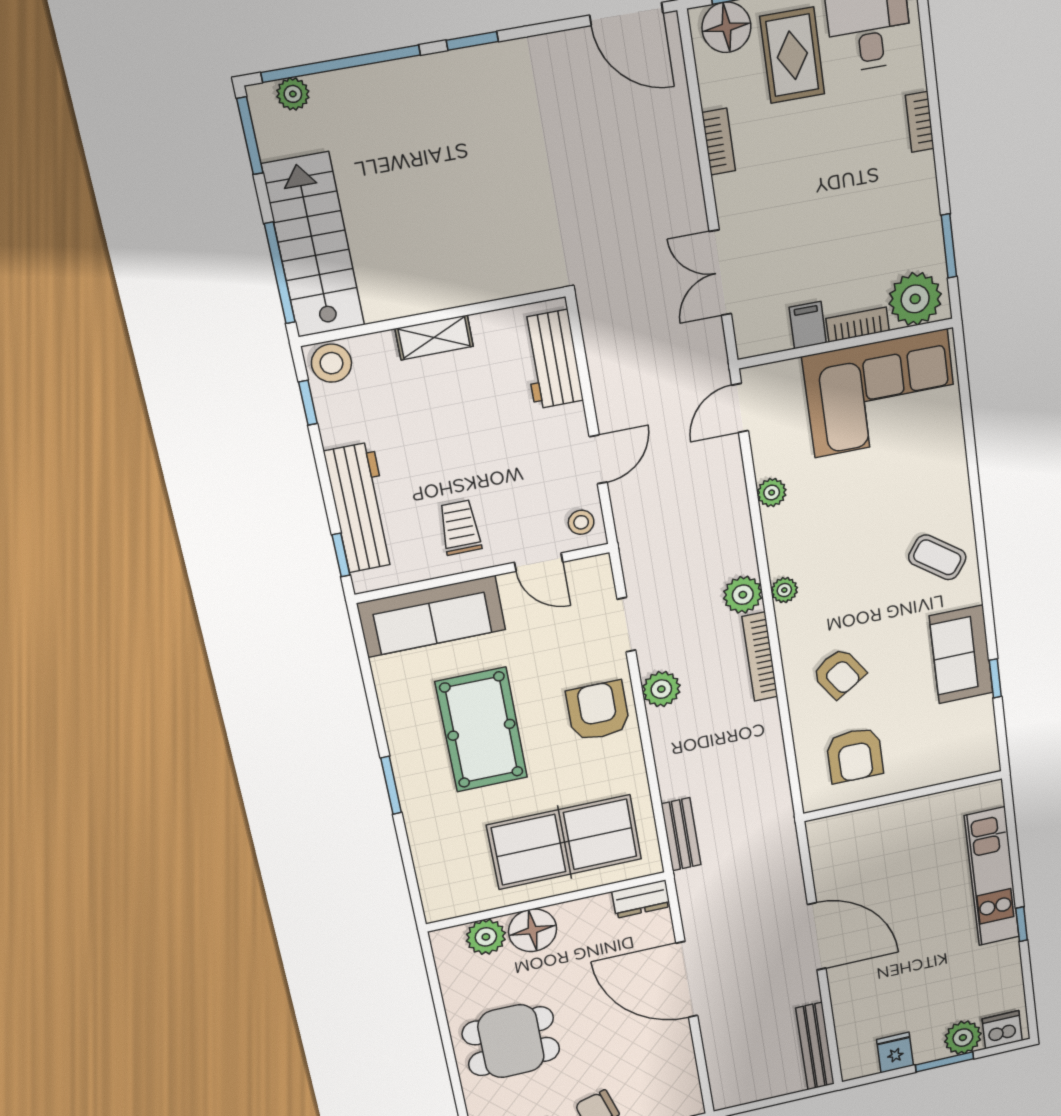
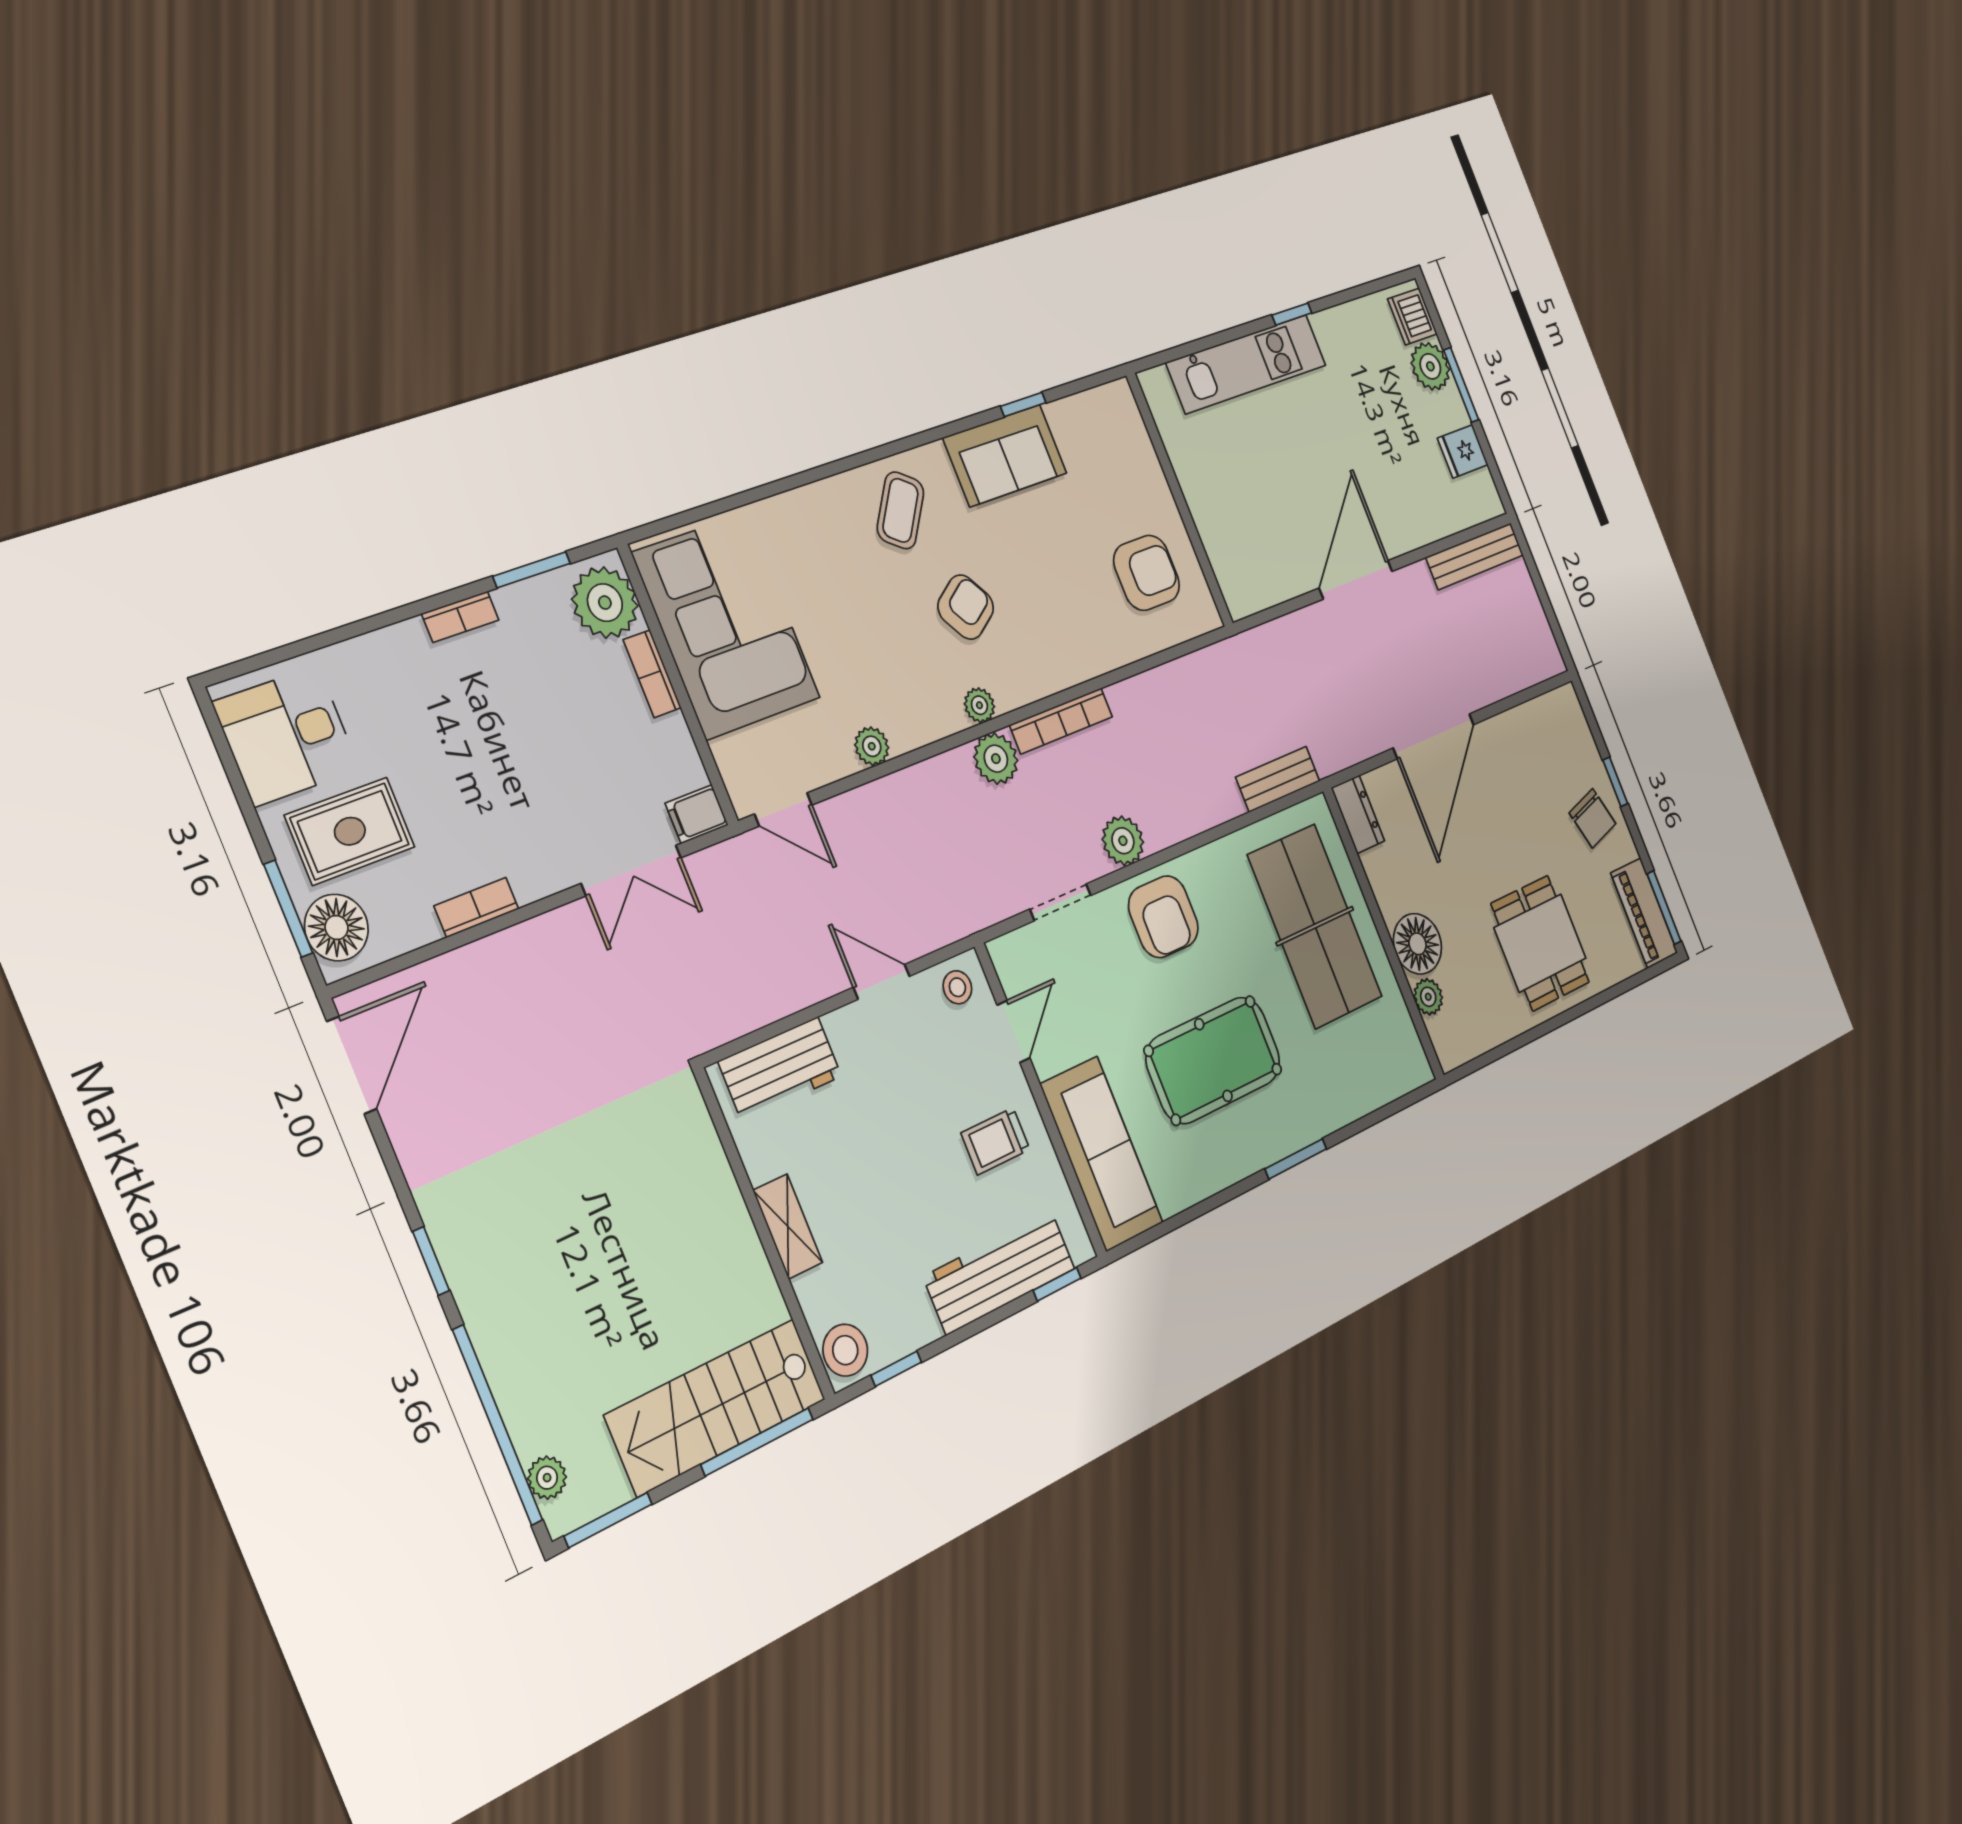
bookcase: (920, 122) -> (460, 617), moved
filing cabinet: (808, 325) -> (697, 814), moved
armchair: (839, 673) -> (966, 607), moved
armchair: (598, 711) -> (1163, 917), turned -90
plant: (486, 937) -> (1428, 997), width x0.73, depth x0.73

